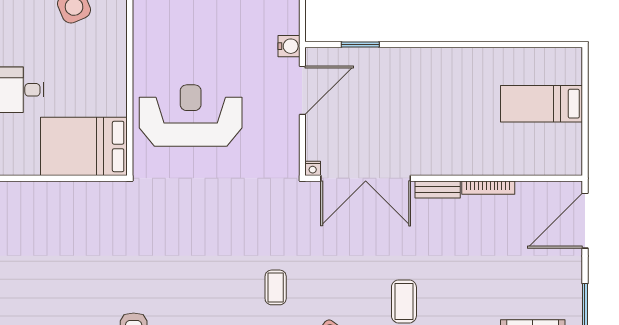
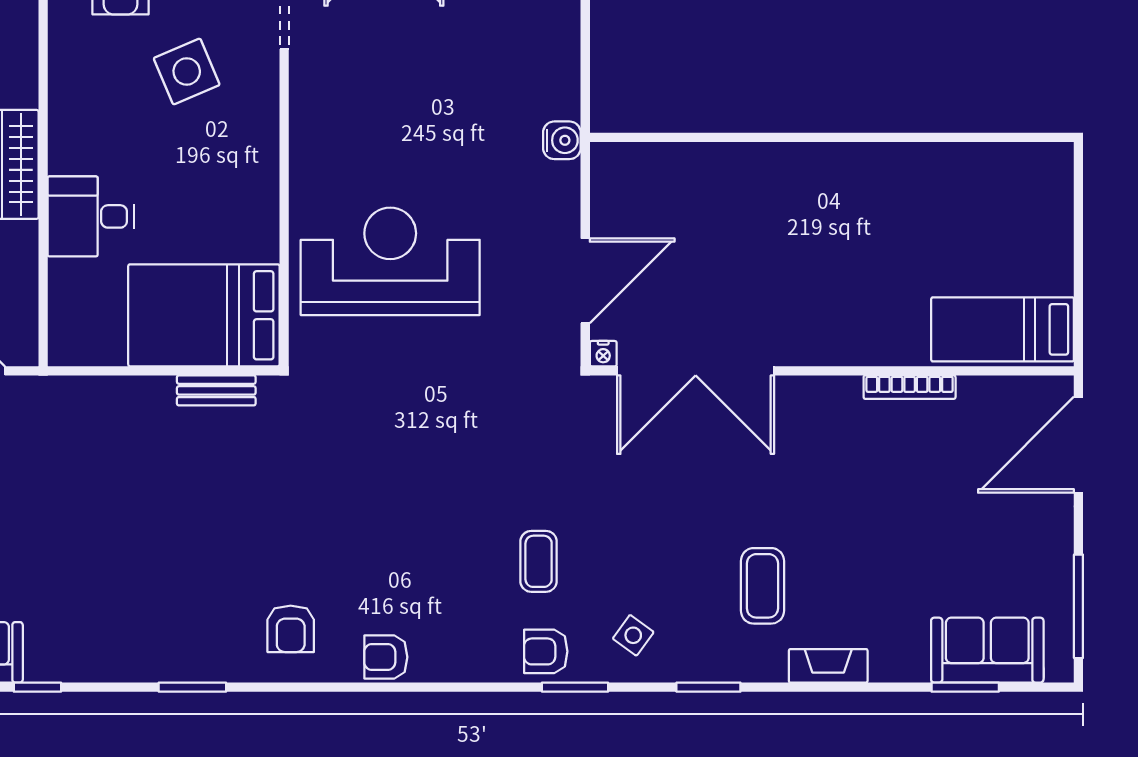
window: (360, 45) -> (686, 137), removed
door: (302, 90) -> (585, 281), moved
bed: (541, 104) -> (1003, 329), moved
bench: (438, 189) -> (216, 390), moved

